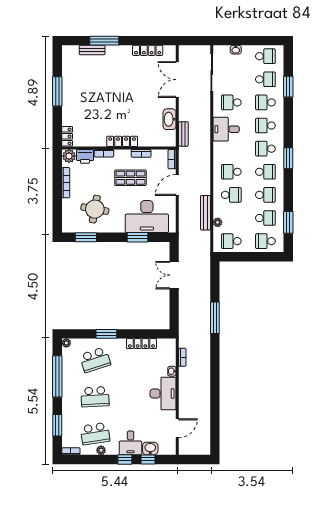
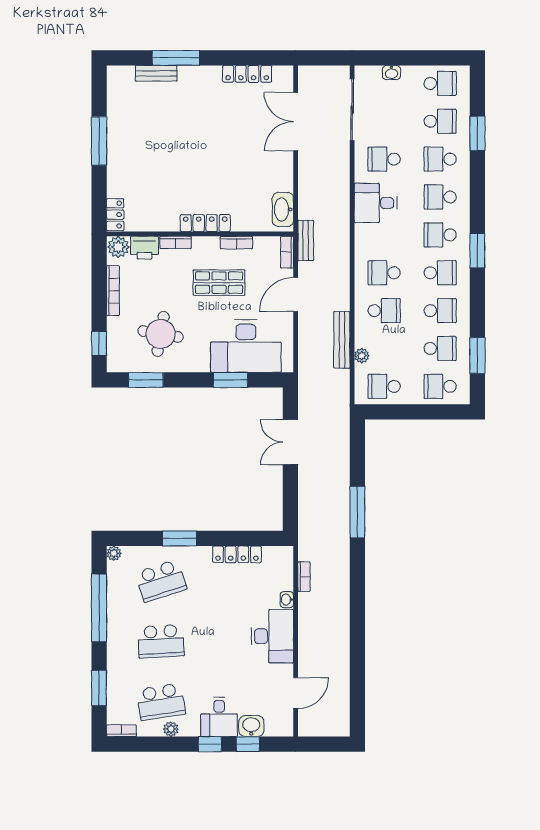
washbasin: (170, 119) -> (283, 209), moved
bench: (183, 134) -> (306, 240), moved
window: (57, 215) -> (99, 344), added

